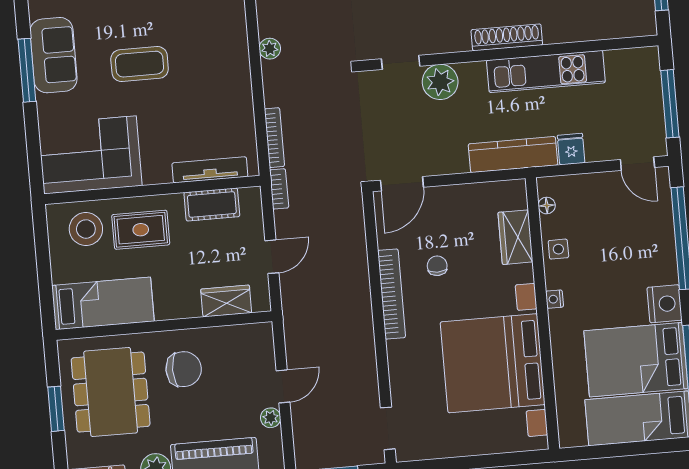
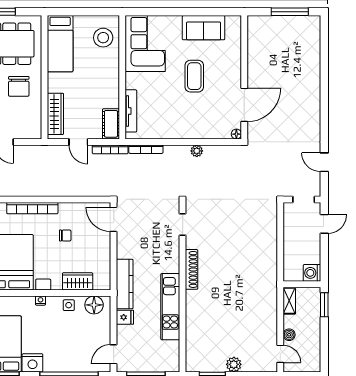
shoe rack: (507, 37) -> (192, 269), moved
window: (27, 70) -> (196, 12), removed
plant: (440, 82) -> (170, 246), removed
bookcase: (279, 189) -> (110, 149), width x1.56
cot: (212, 205) -> (111, 124), moved
floor lamp: (547, 206) -> (94, 305), width x1.89, depth x1.89
rug: (141, 230) -> (100, 69), removed
bookcase: (392, 294) -> (32, 208), moved
wardrobe: (226, 301) -> (55, 114), width x1.50

